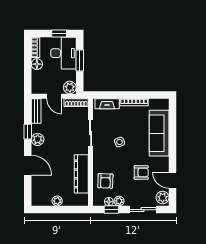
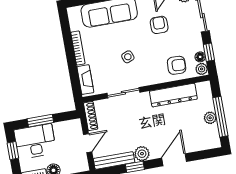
plant: (70, 87) -> (74, 127), removed
bench: (36, 111) -> (114, 160), width x1.36
plant: (119, 201) -> (202, 69), moved
window: (57, 210) -> (220, 117), added

